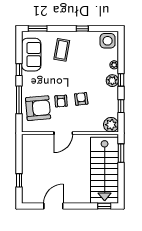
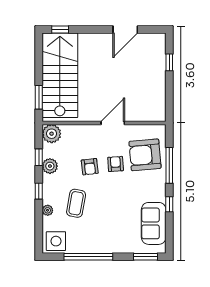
window: (82, 29) -> (88, 257), width x3.17
coffee table: (62, 50) -> (76, 203), moved
plant: (112, 81) -> (50, 166), moved

